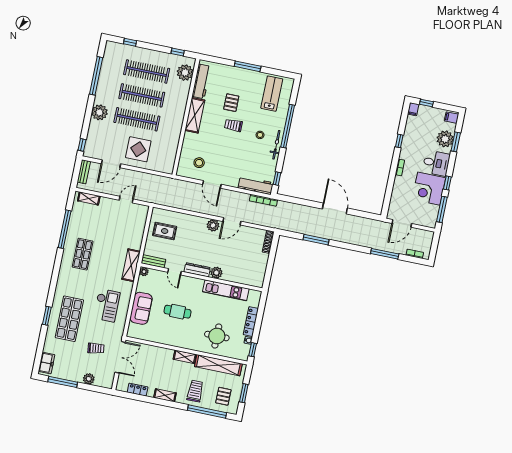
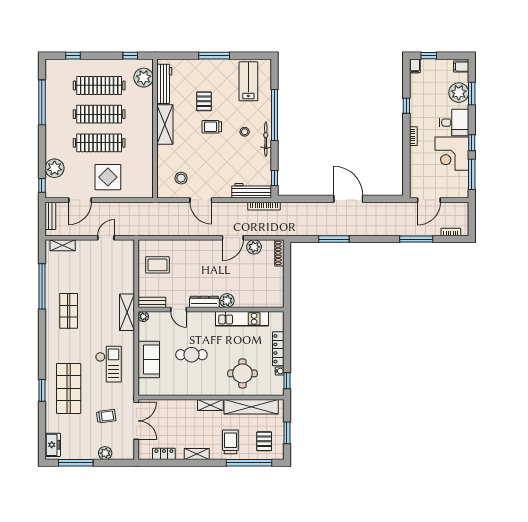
plant: (99, 112) -> (55, 168), moved
plant: (213, 225) -> (254, 247), moved

